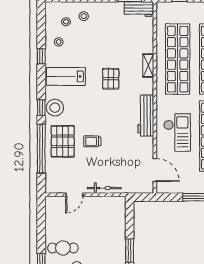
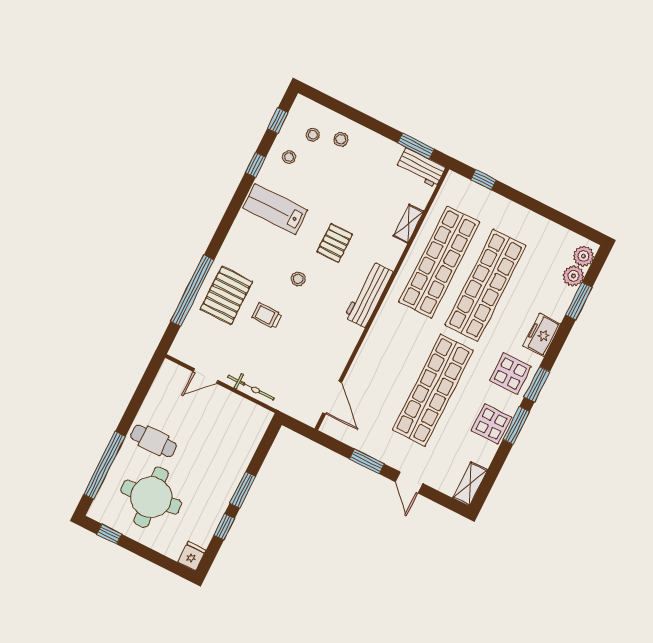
shelving: (148, 66) -> (408, 224), moved
window: (41, 108) -> (278, 121), moved
stool: (55, 108) -> (298, 279), moved, width x0.53, depth x0.53
workbench: (146, 116) -> (369, 295), moved
checkout: (177, 133) -> (388, 362), removed

